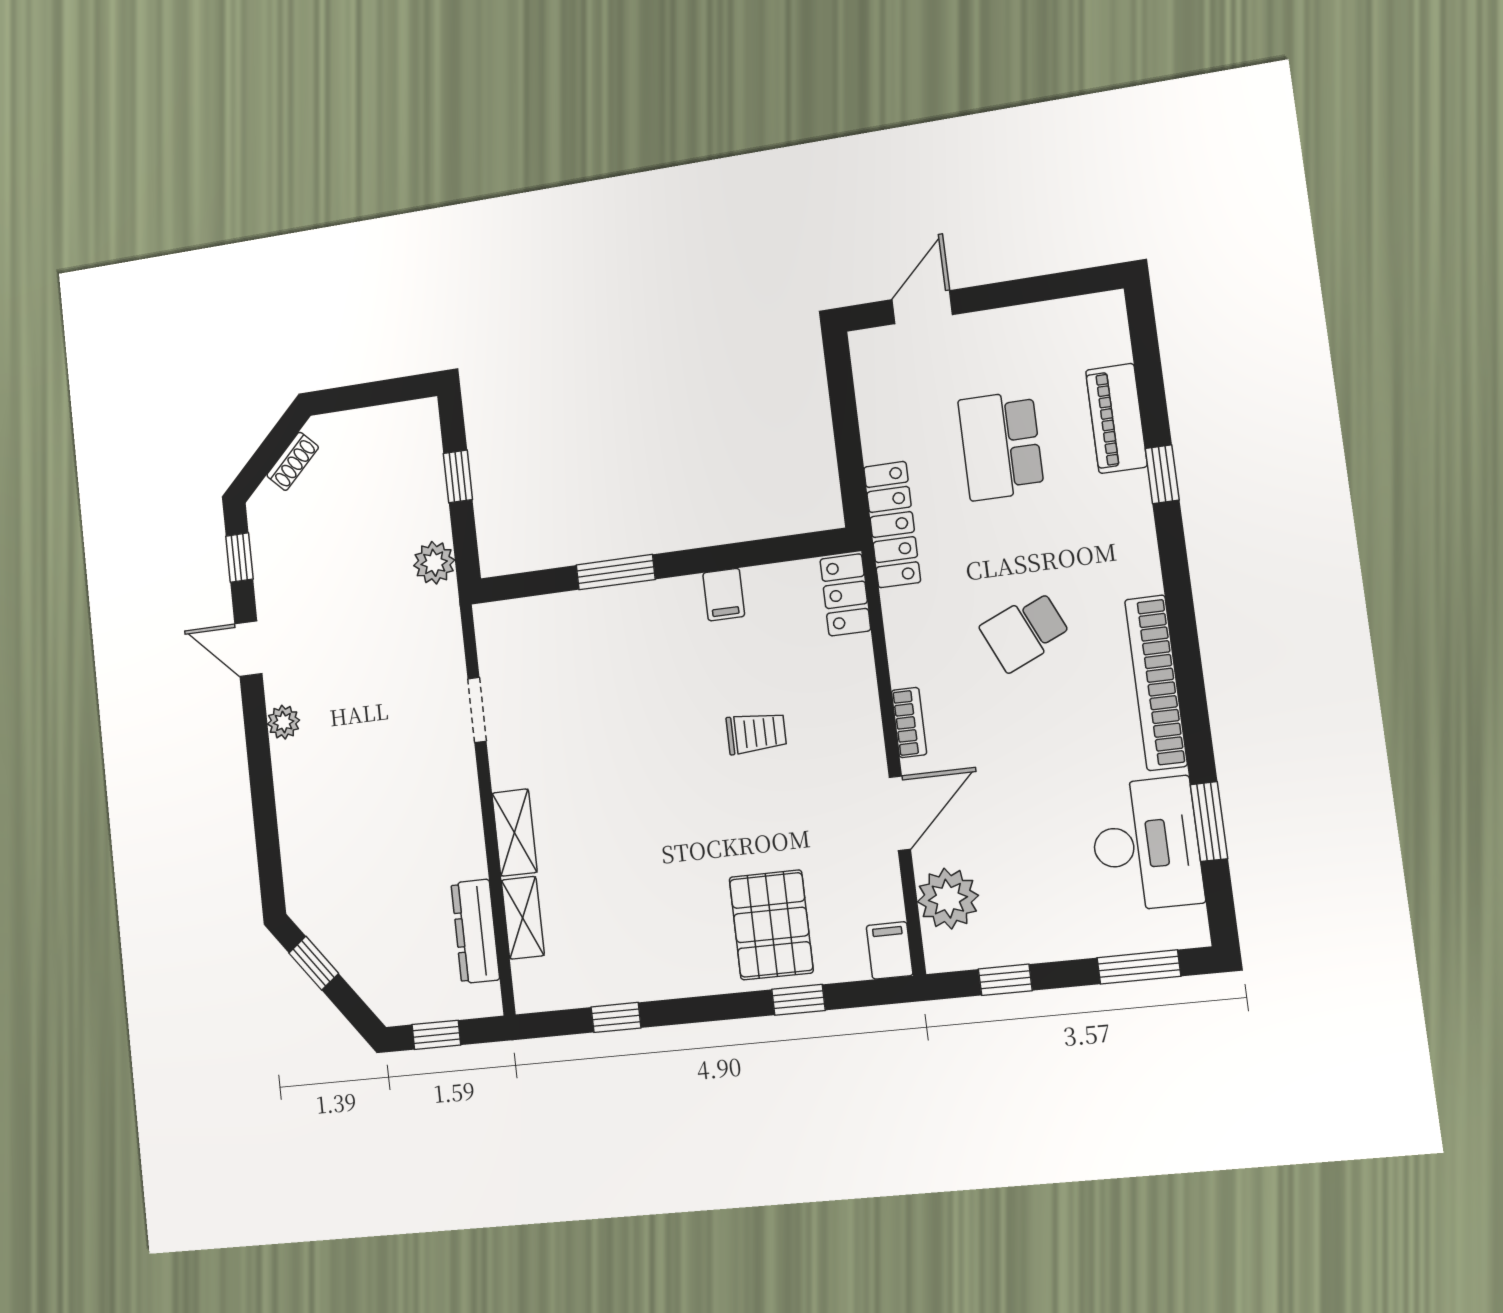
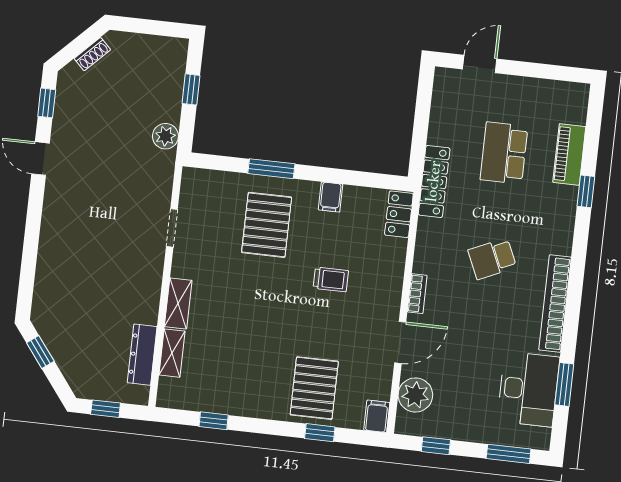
pallet: (629, 667) -> (267, 225), added
plant: (284, 722) -> (53, 207), removed

